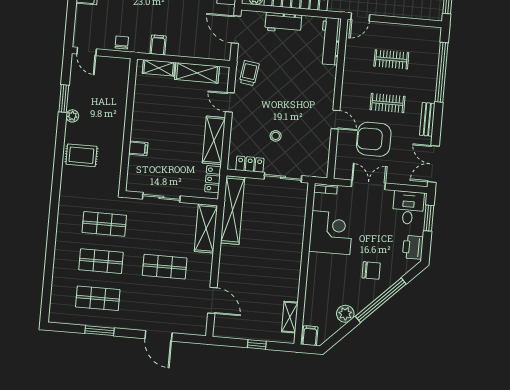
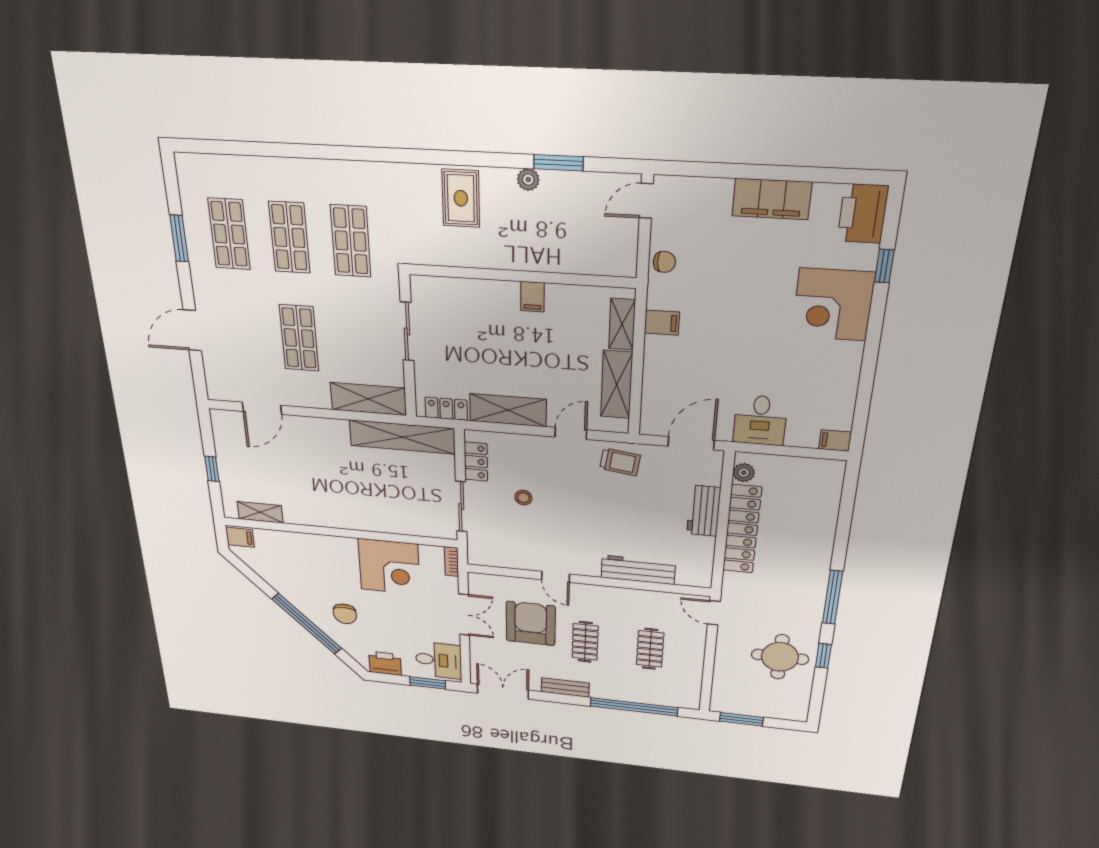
workbench: (330, 41) -> (638, 570), moved
door: (335, 119) -> (556, 577), hinge flipped
filing cabinet: (138, 148) -> (532, 297), moved
plant: (345, 314) -> (280, 581), removed

